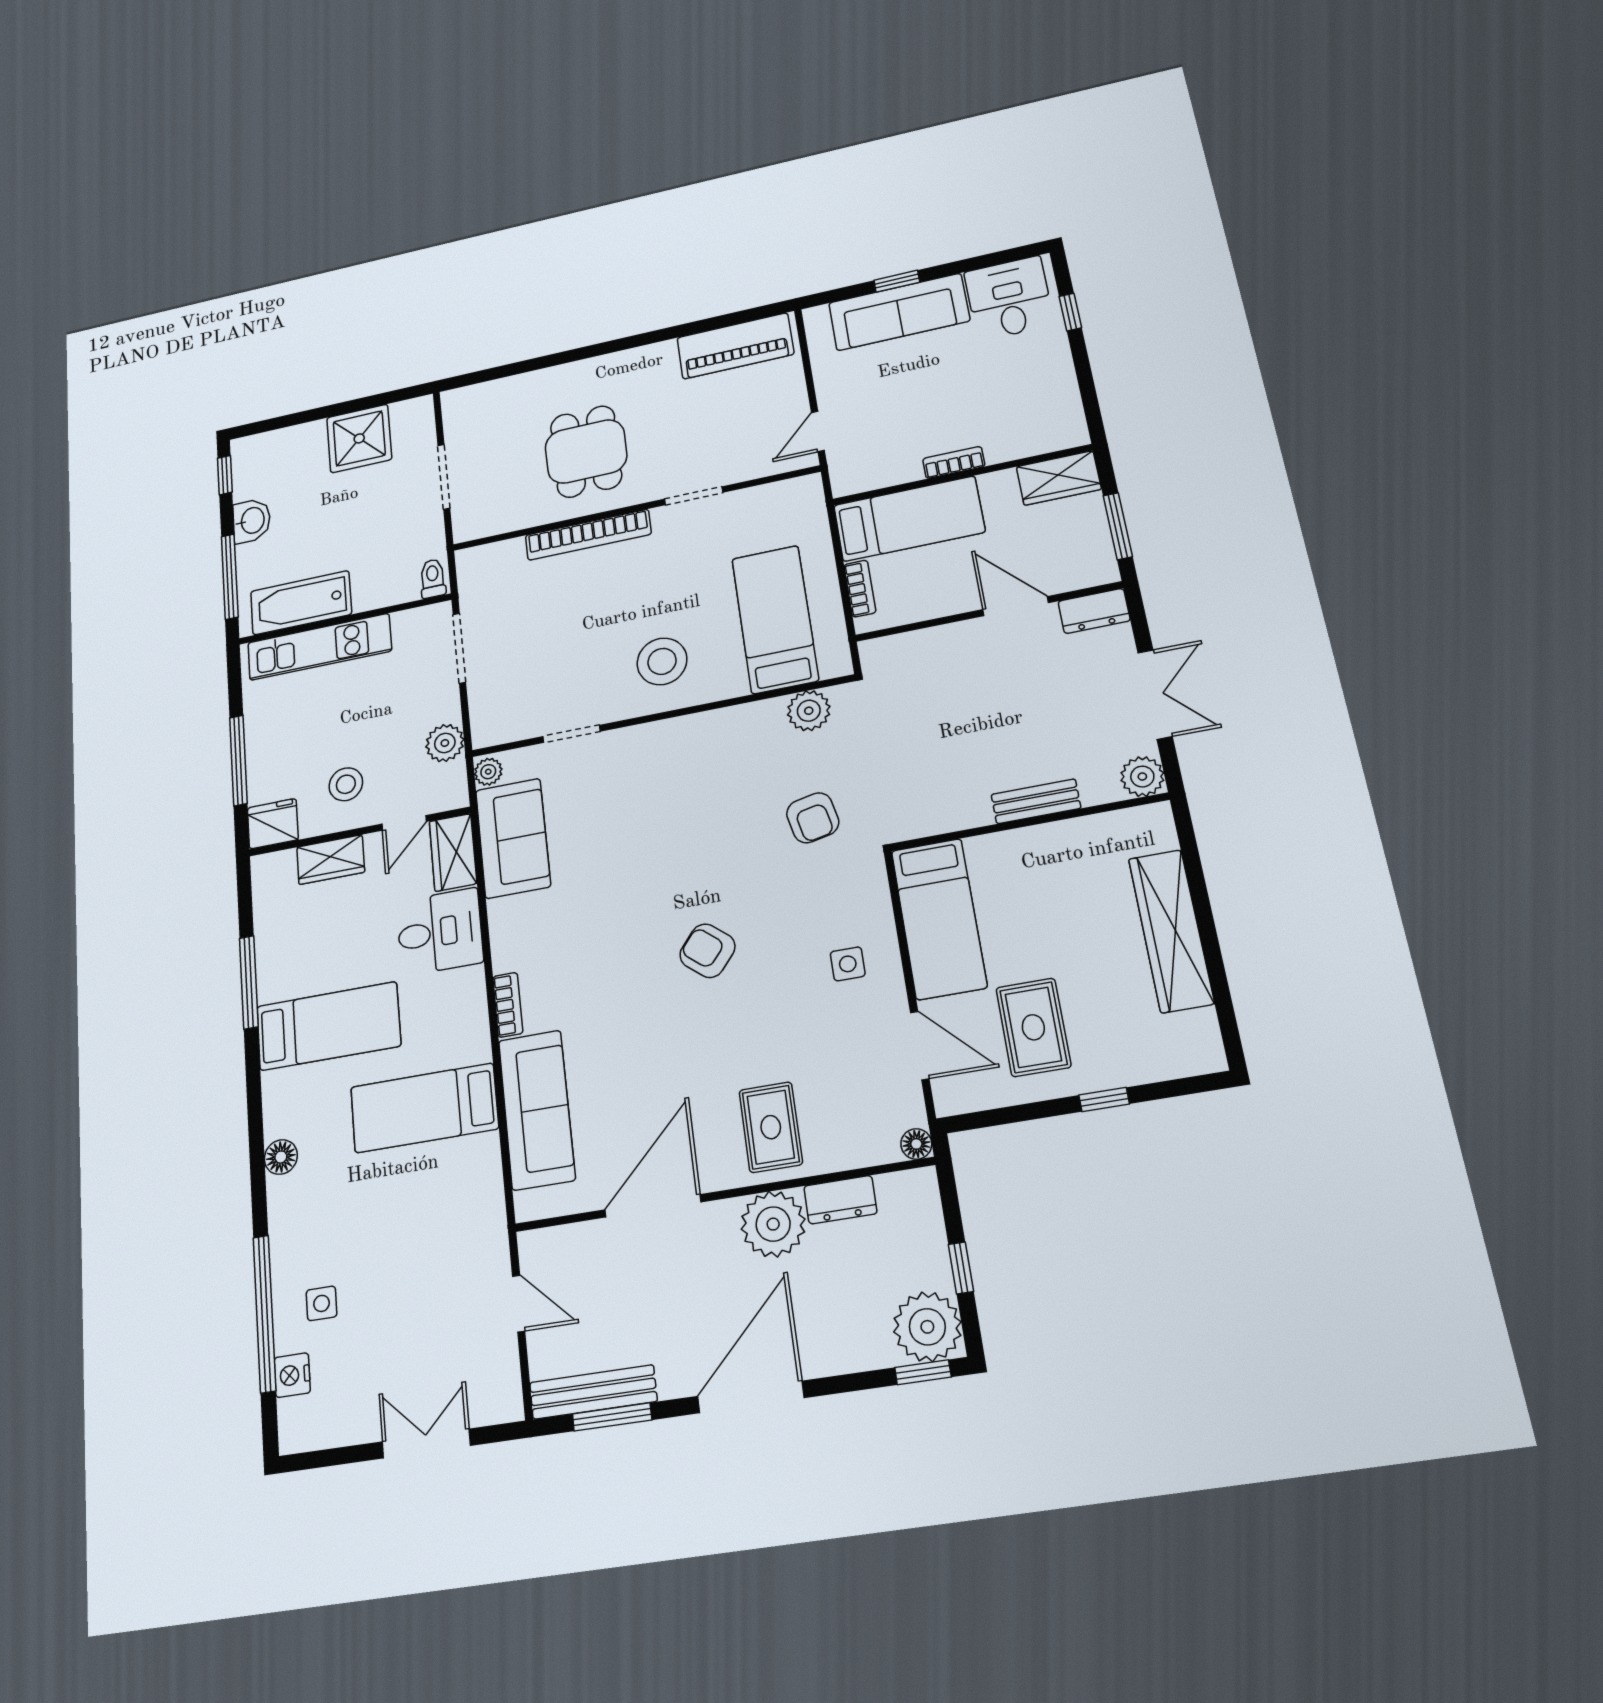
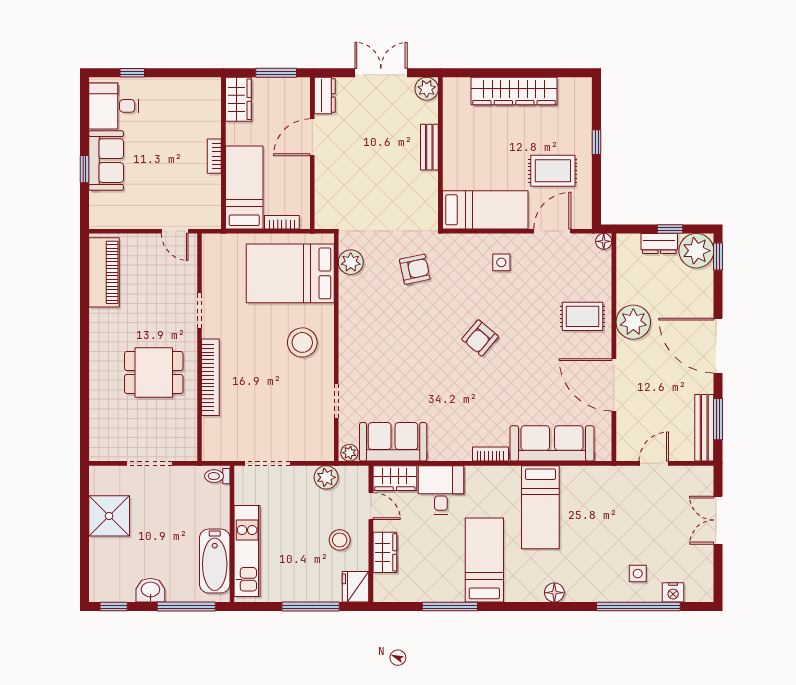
sofa: (899, 312) -> (106, 161), width x0.73
bed: (775, 619) -> (290, 273), width x1.50
dresser: (840, 1200) -> (659, 243), moved, turned 90

